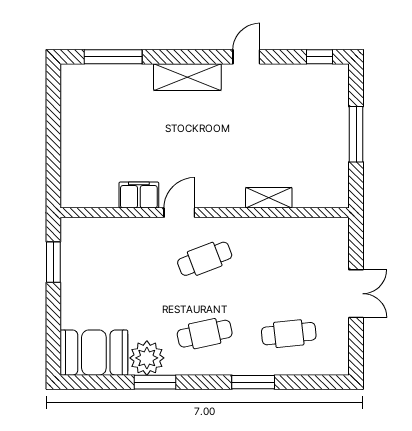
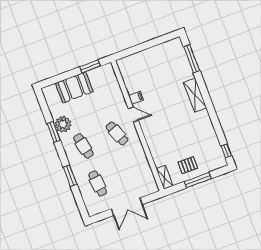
door: (246, 57) -> (214, 118), removed
pallet: (319, 143) -> (188, 165), added
filing cabinet: (139, 195) -> (136, 98), width x0.50
shelving: (269, 198) -> (164, 177), moved
double door: (356, 294) -> (127, 207), width x1.37
booth: (94, 353) -> (74, 87), moved, turned 90

